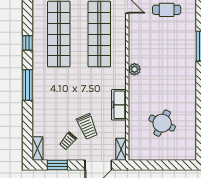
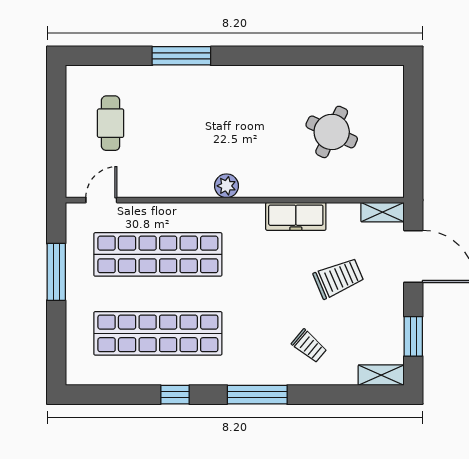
trolley: (68, 141) -> (309, 346), moved

